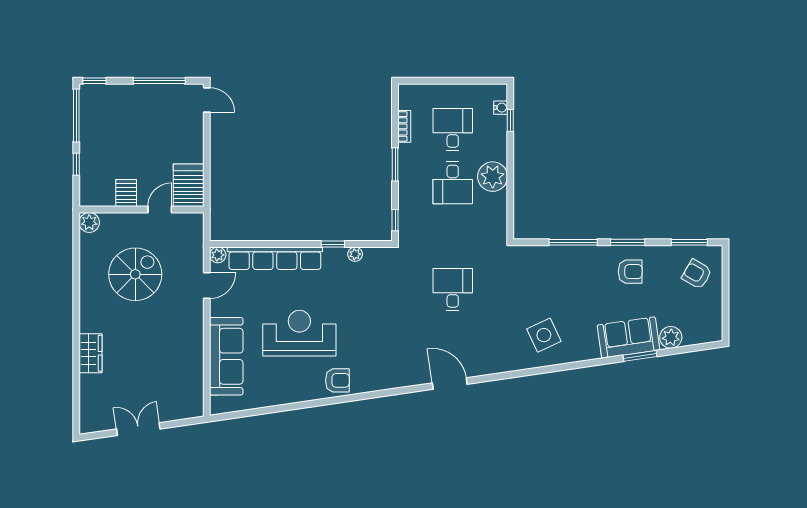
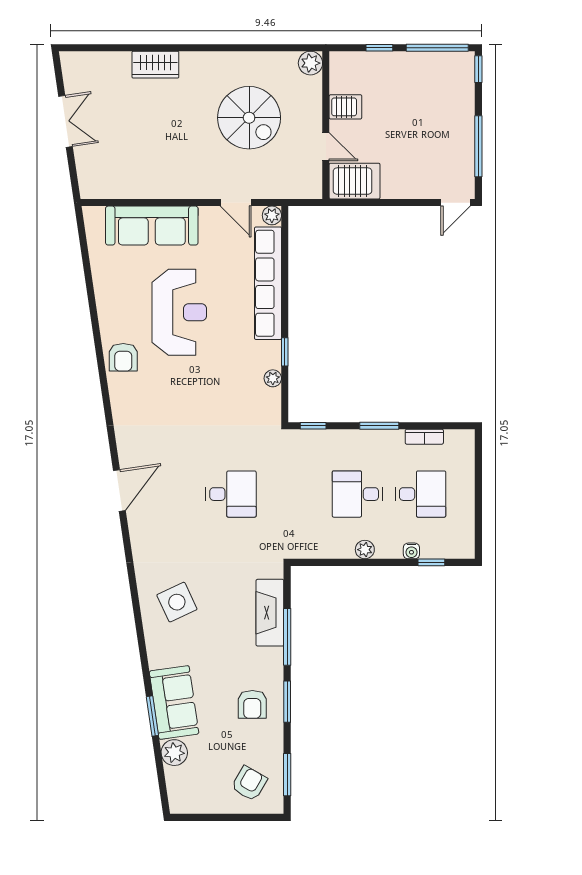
water cooler: (501, 108) -> (411, 551), moved
plant: (493, 177) -> (365, 550), width x0.53, depth x0.53
fireplace: (553, 257) -> (270, 613), added

